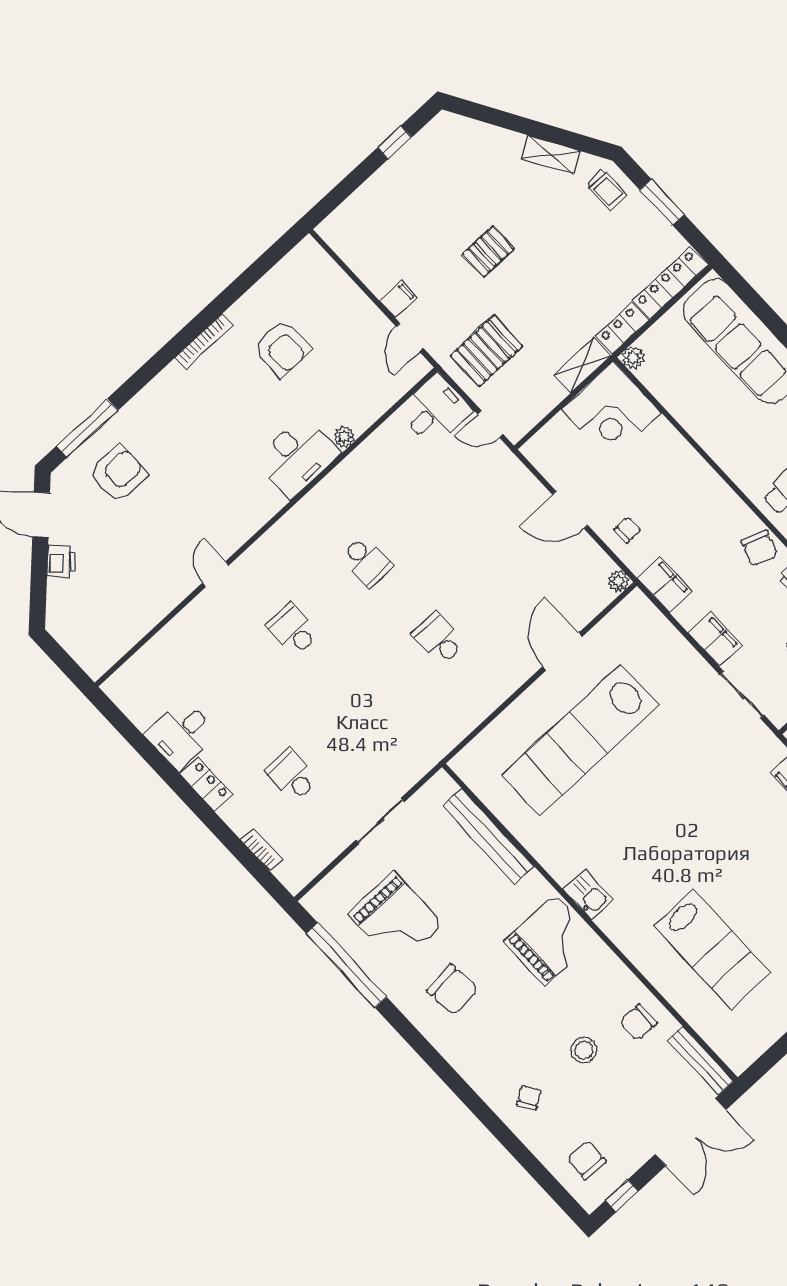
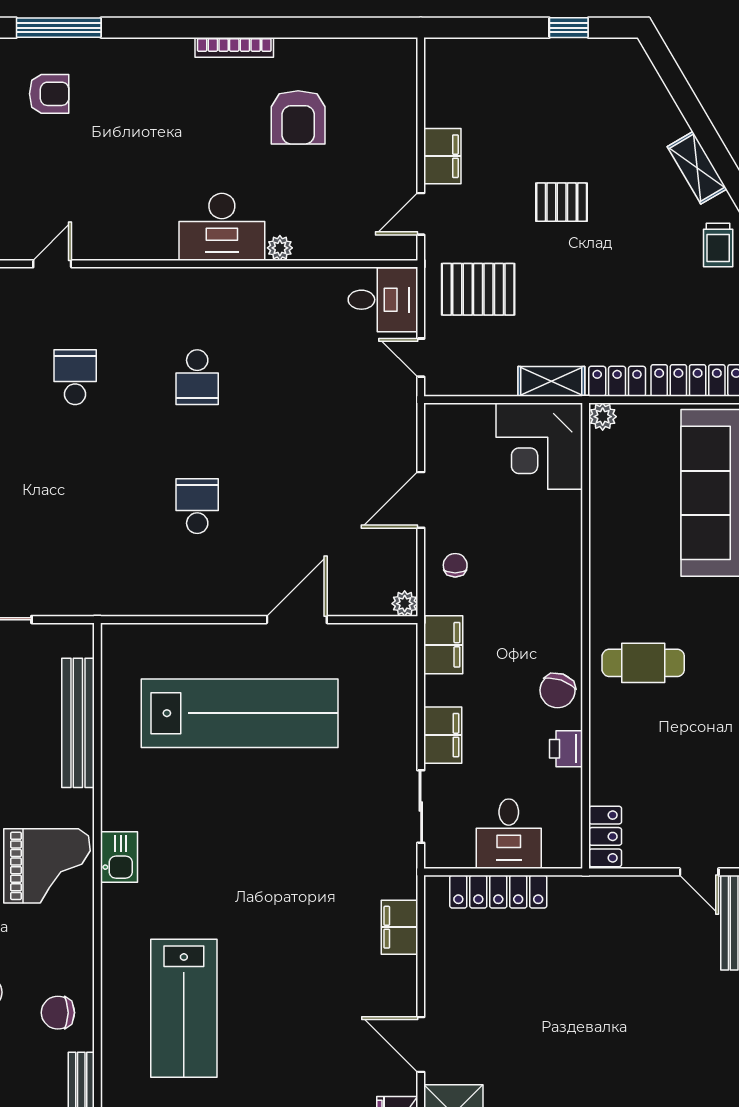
filing cabinet: (398, 299) -> (442, 156), width x2.00
armchair: (118, 473) -> (49, 94), width x0.72, depth x0.72
door: (570, 510) -> (421, 500), hinge flipped
chair: (627, 530) -> (455, 565), turned -90
lab bench: (580, 740) -> (240, 713), turned 180

